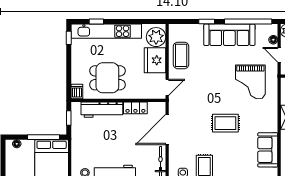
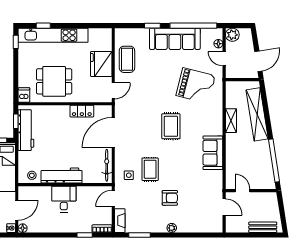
plant: (156, 37) -> (102, 41), removed
grand piano: (250, 82) -> (196, 86), turned -76
workbench: (102, 110) -> (26, 130), moved, turned -90
rug: (225, 123) -> (171, 126), turned 90

